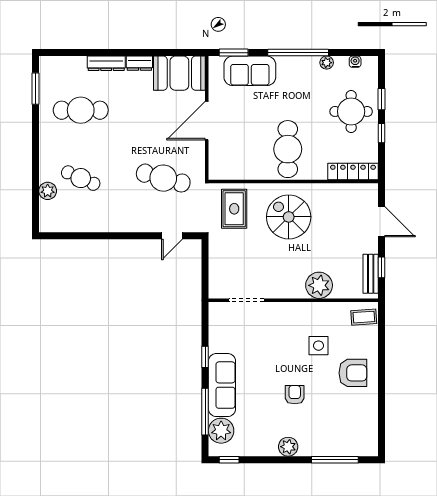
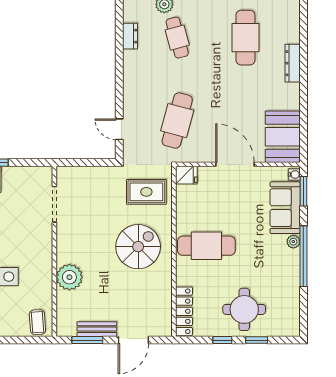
water cooler: (355, 62) -> (294, 174), moved
dresser: (139, 63) -> (130, 36), moved, turned 180
plant: (327, 63) -> (293, 242), moved
fridge: (218, 169) -> (186, 175), added
cafe table: (81, 178) -> (177, 38), turned -39
window: (382, 267) -> (87, 340), width x1.50
bench: (371, 274) -> (97, 329), moved

